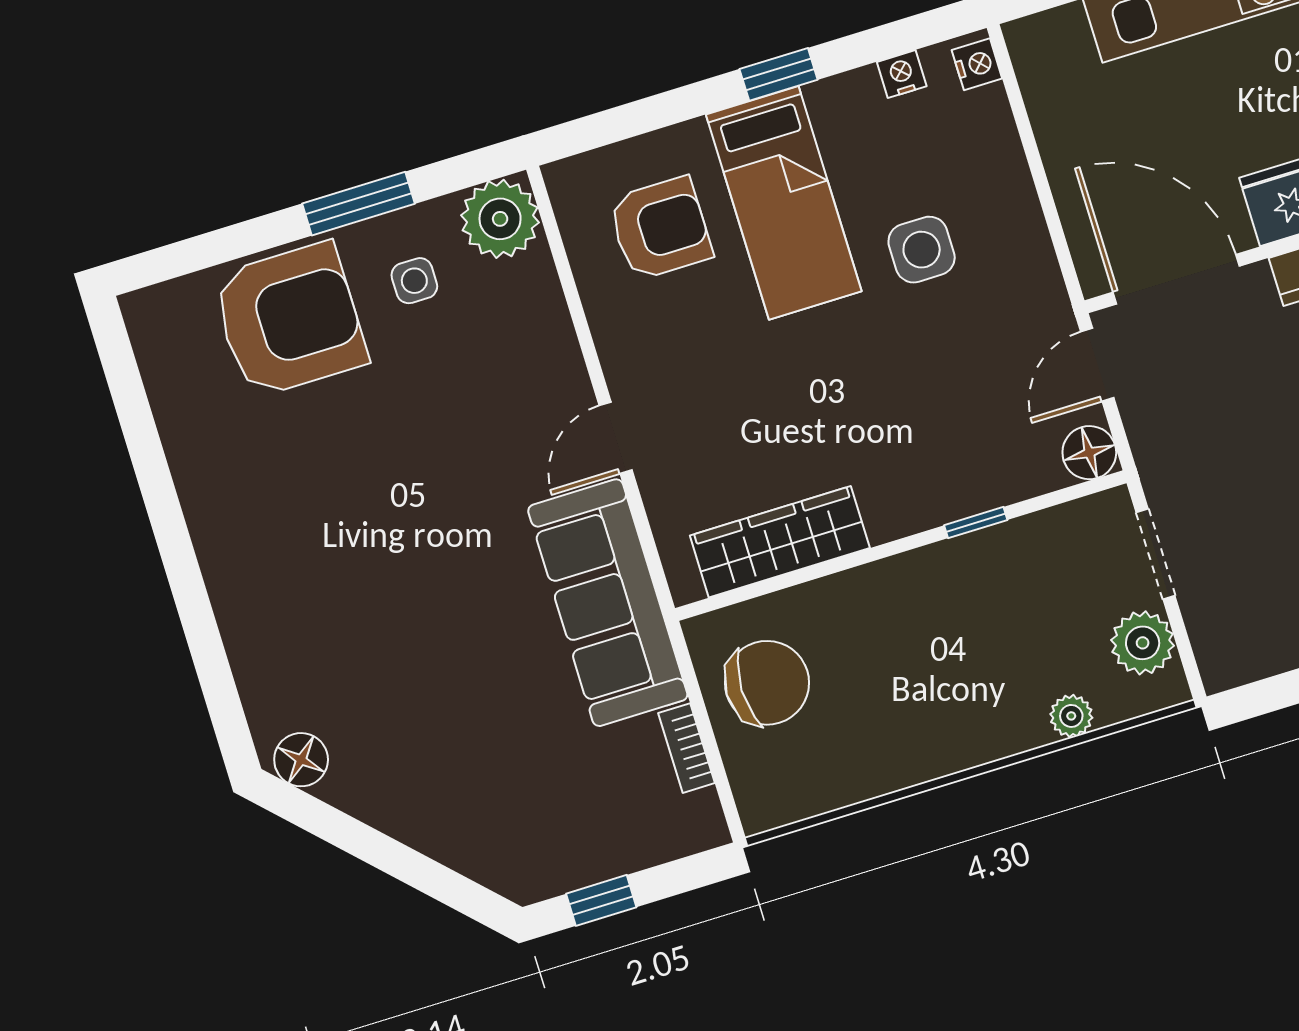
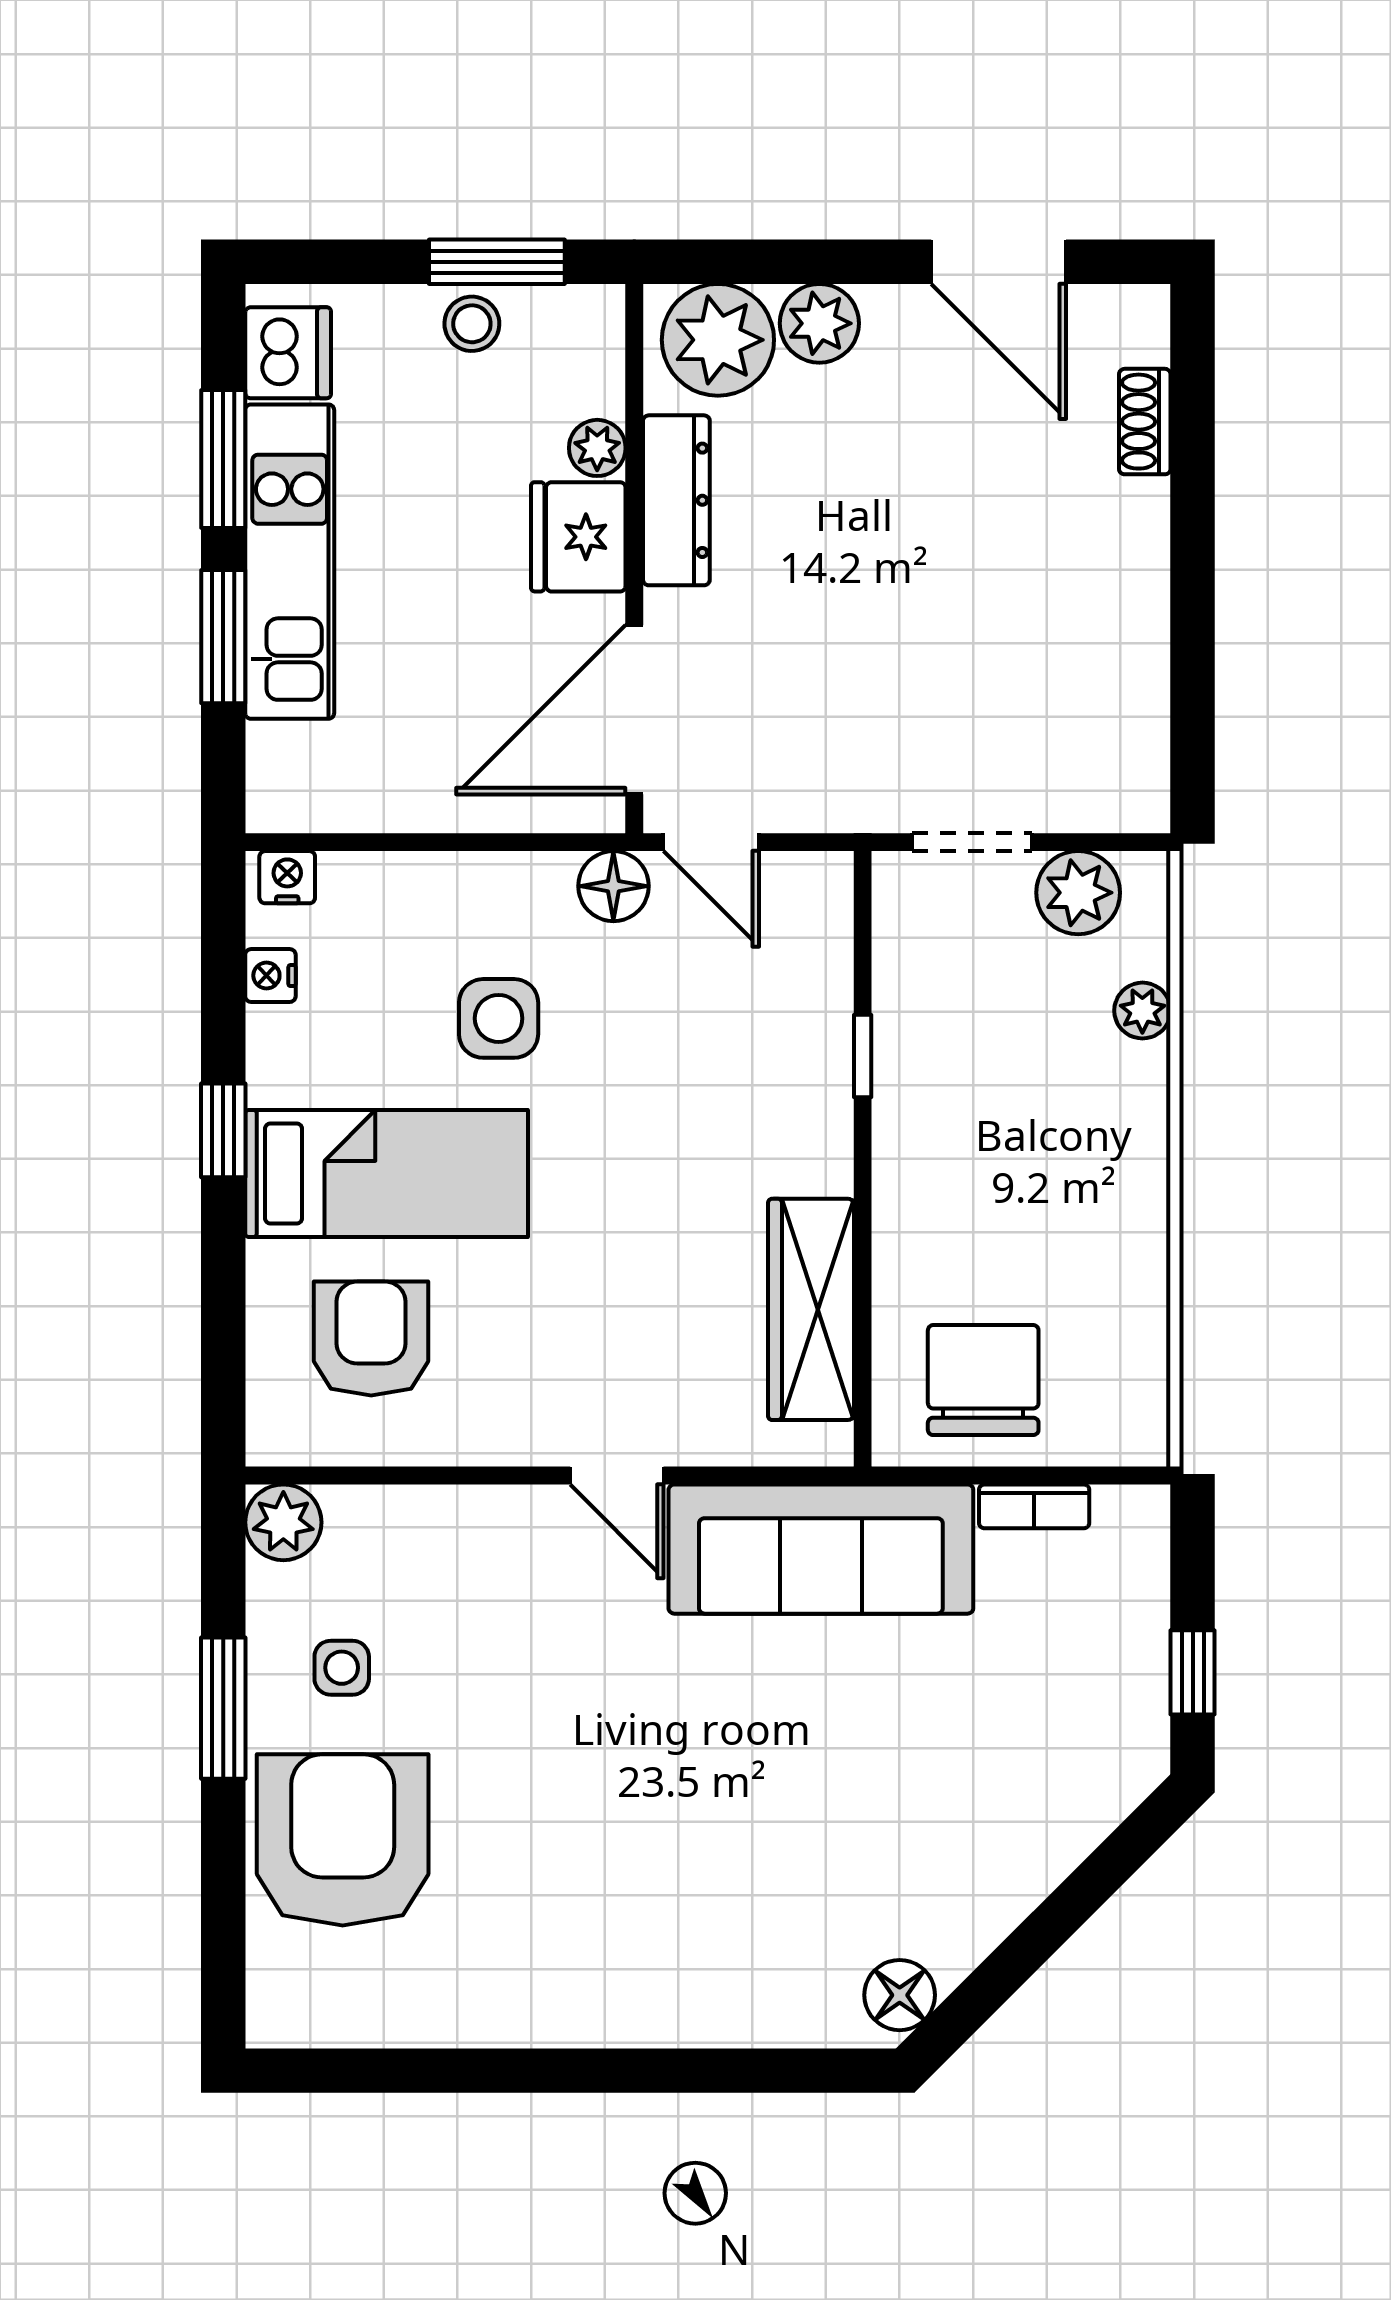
plant: (500, 219) -> (283, 1522), width x0.73, depth x0.73
floor lamp: (1089, 453) -> (613, 886), moved

